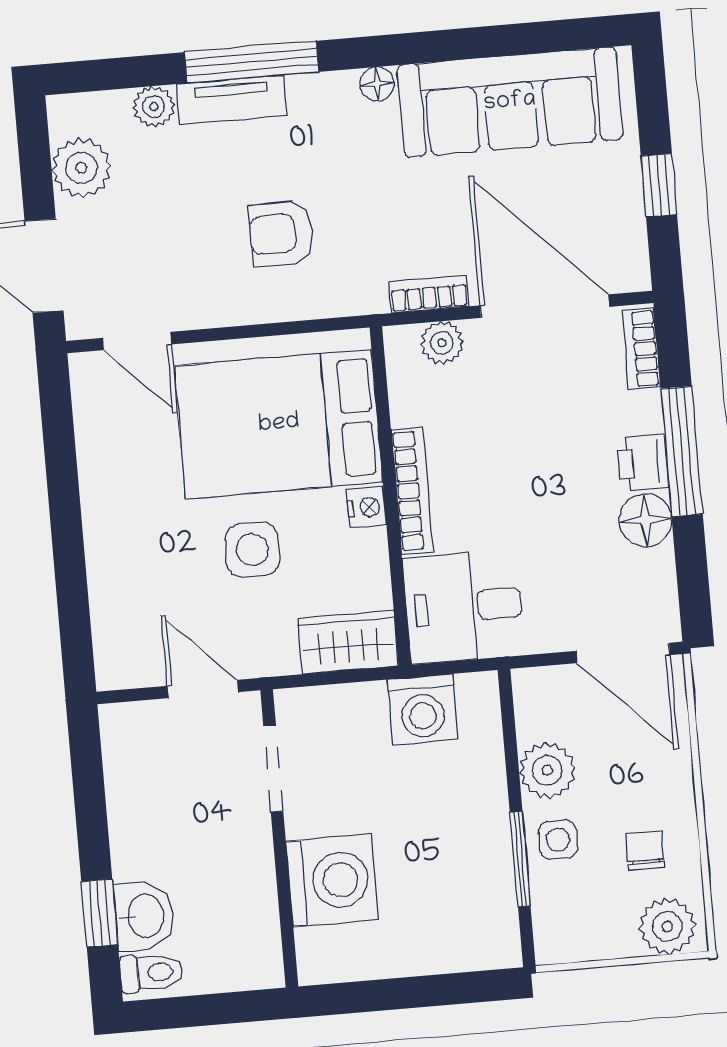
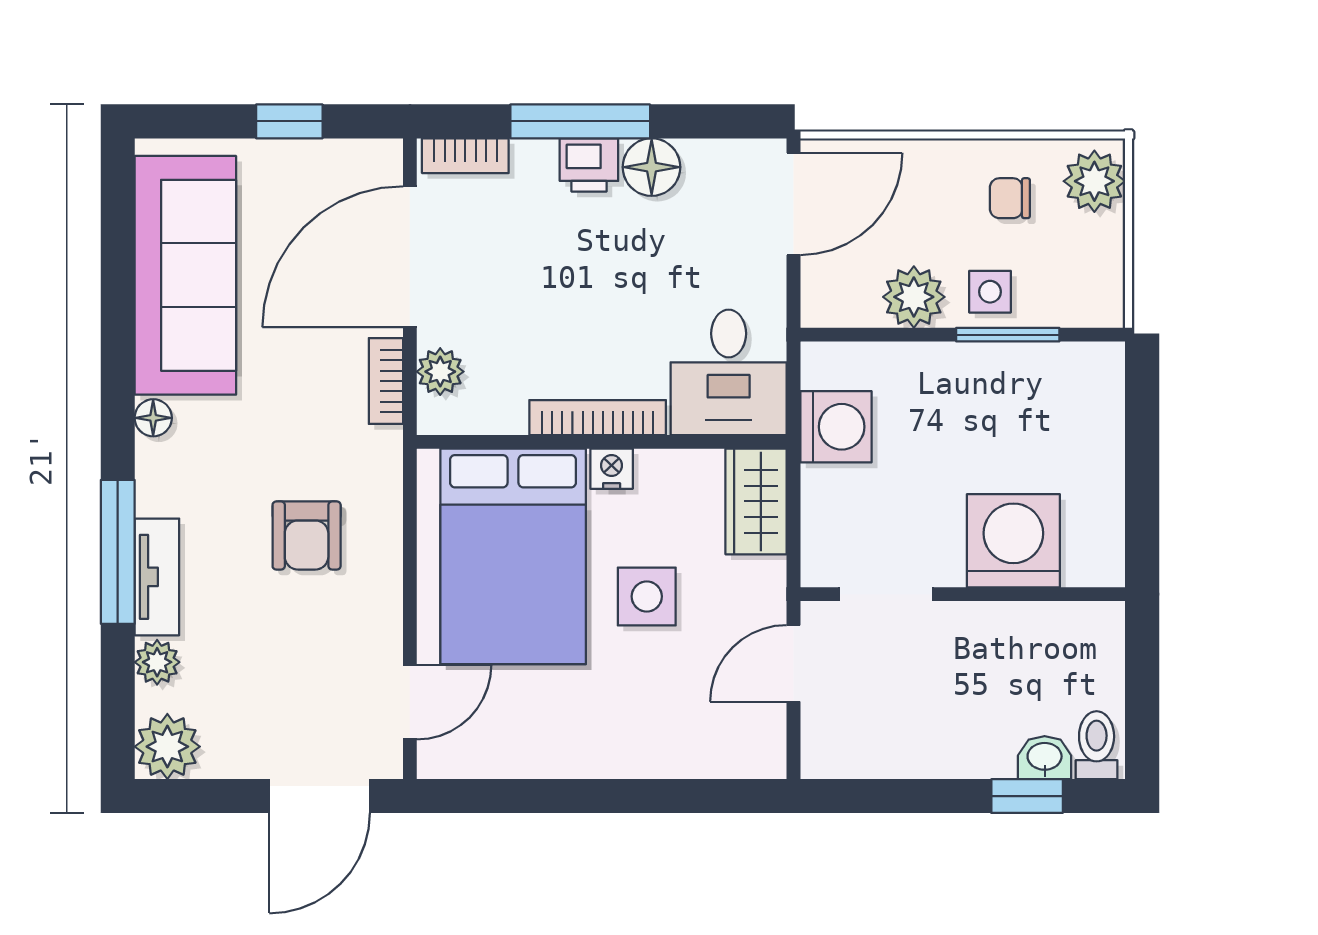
plant: (81, 168) -> (167, 747), moved
washbasin: (144, 916) -> (1045, 758), width x0.72, depth x0.69

